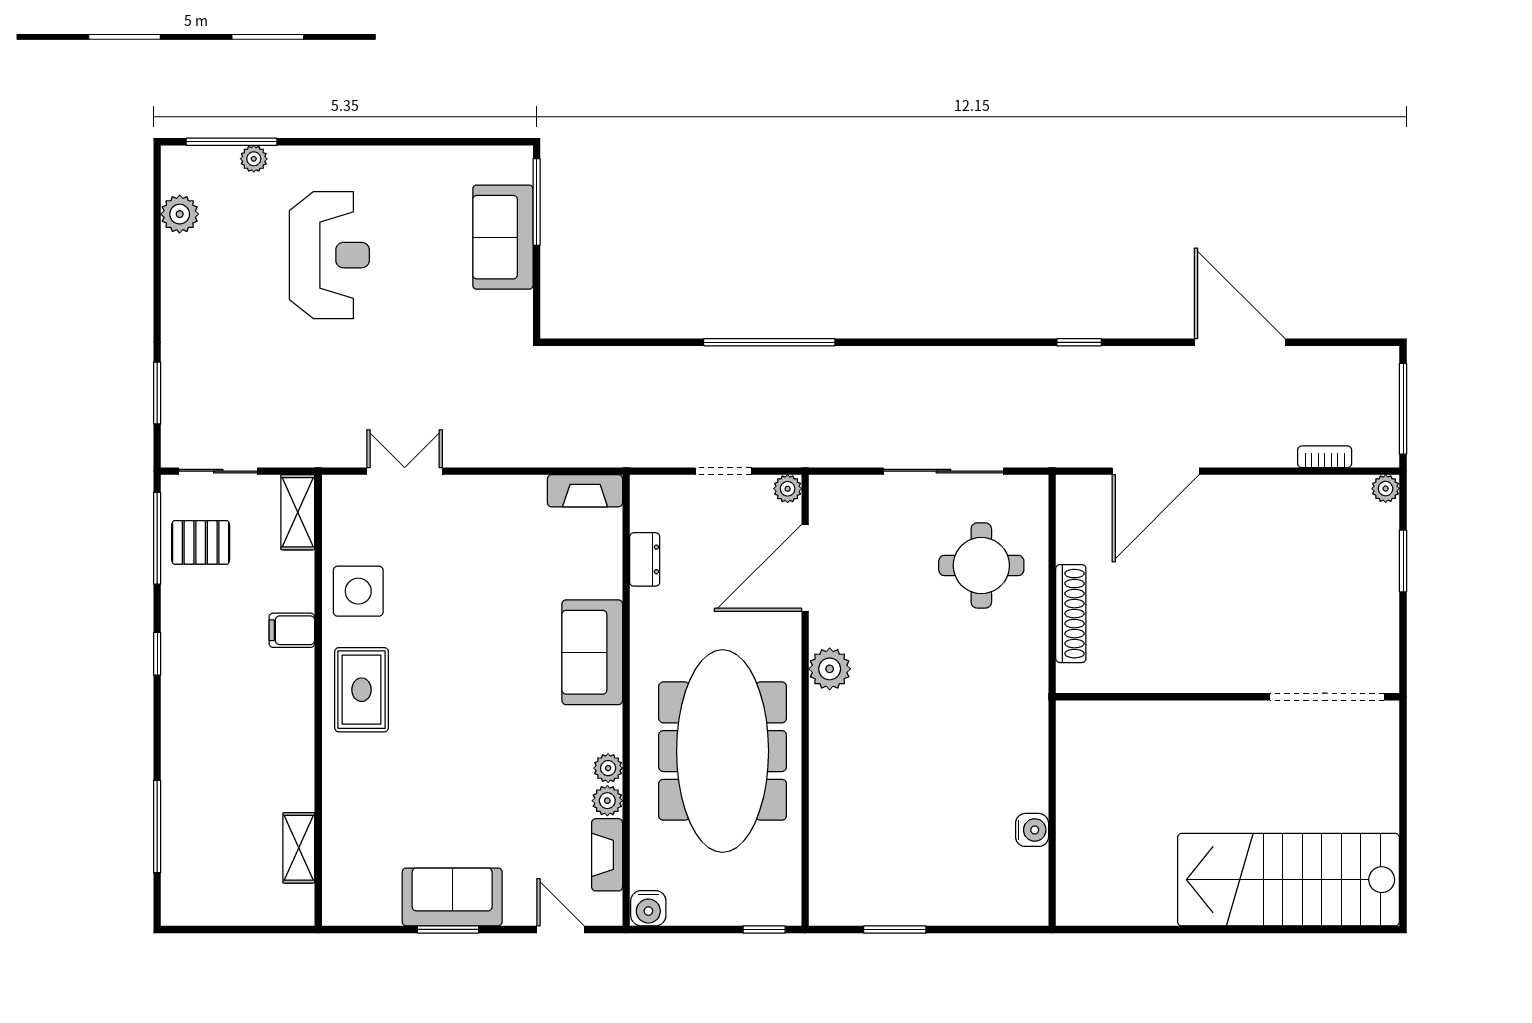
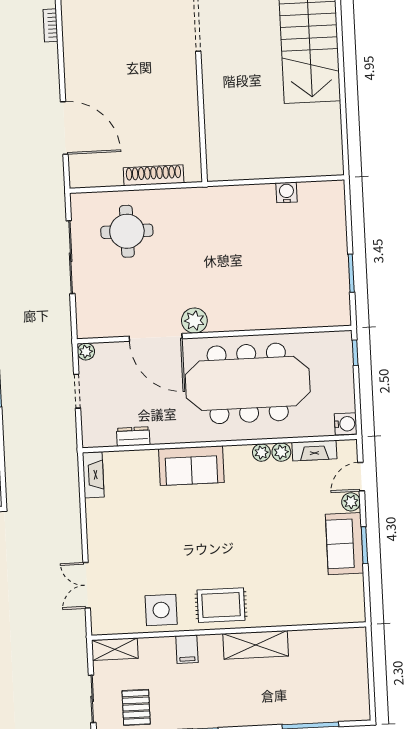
door: (805, 568) -> (156, 337), moved
shelving: (299, 848) -> (256, 645), moved, width x1.50, depth x1.33
plant: (520, 911) -> (351, 502), added

